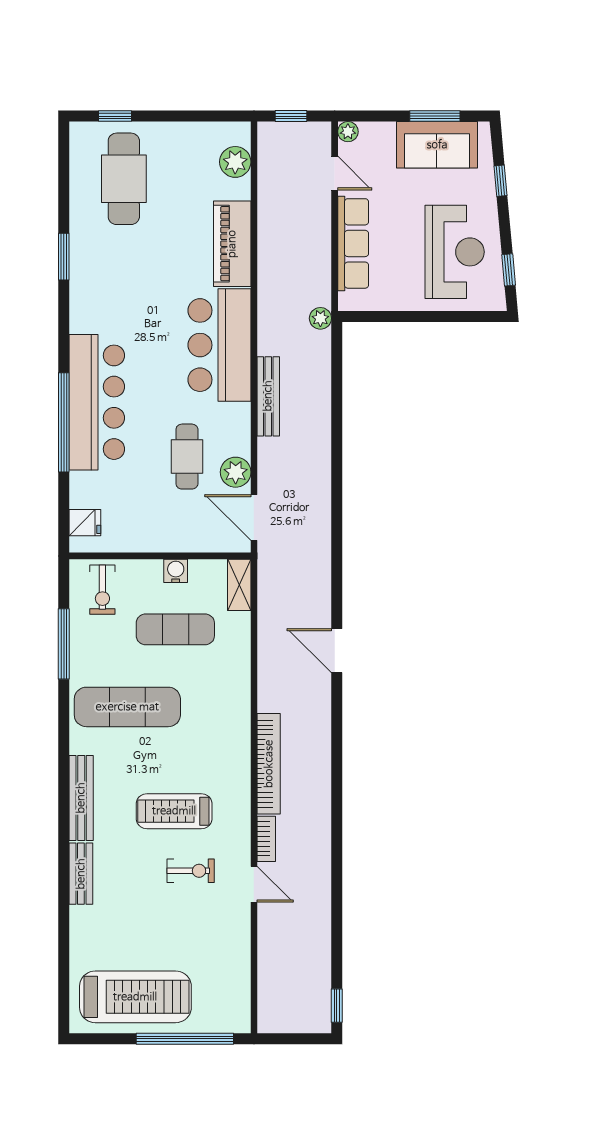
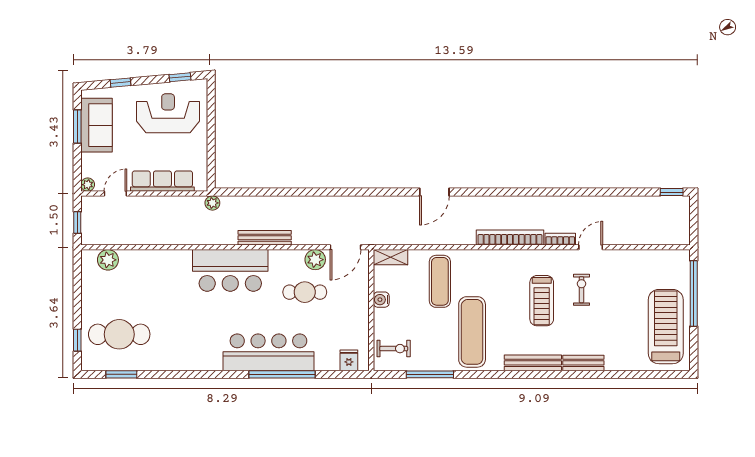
piano: (232, 244) -> (163, 262), removed
window: (64, 257) -> (121, 374), moved
exercise mat: (175, 629) -> (440, 281), moved

